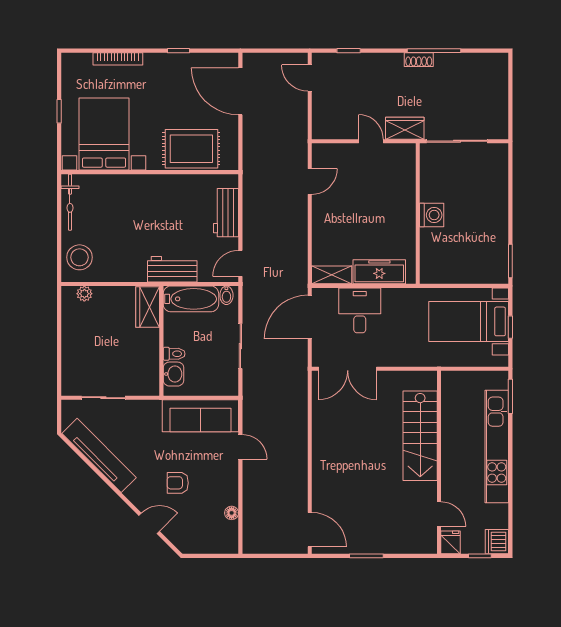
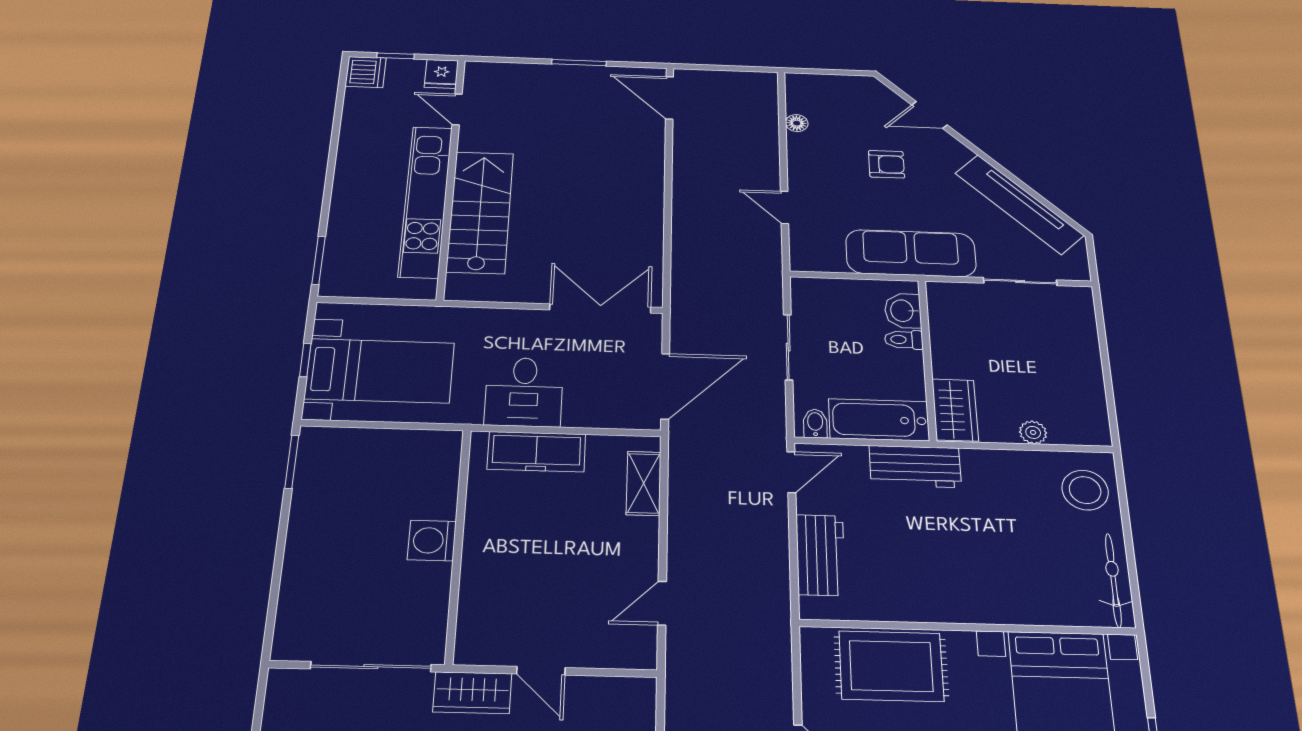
shelving: (332, 275) -> (644, 483), moved, turned 90
plant: (84, 294) -> (1033, 432), moved
desk: (360, 310) -> (524, 392), moved
sofa: (200, 416) -> (911, 253), moved
kitchen unit: (497, 447) -> (426, 201), moved, turned 180

